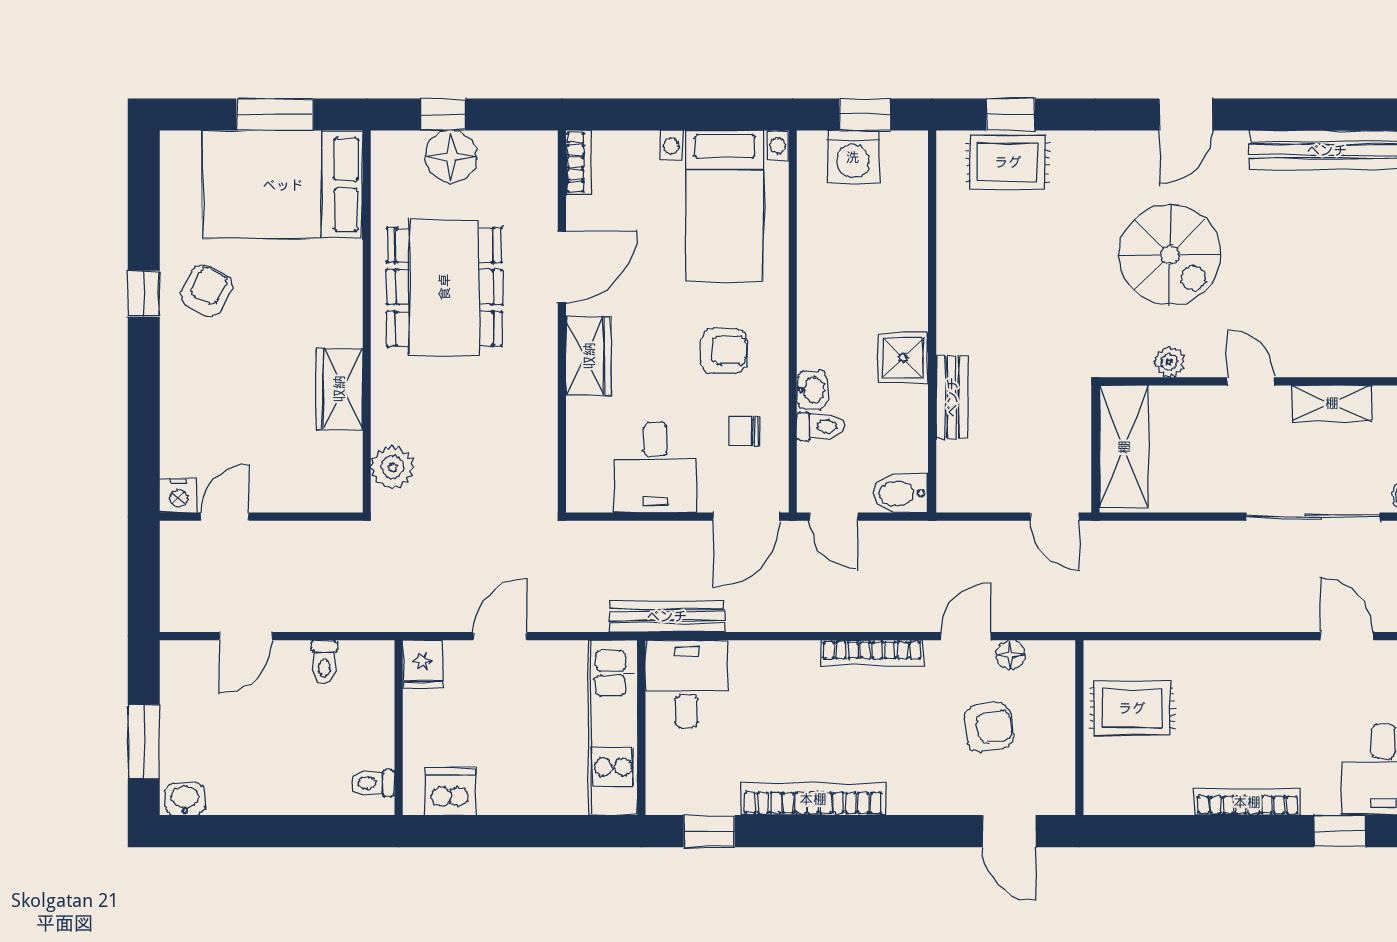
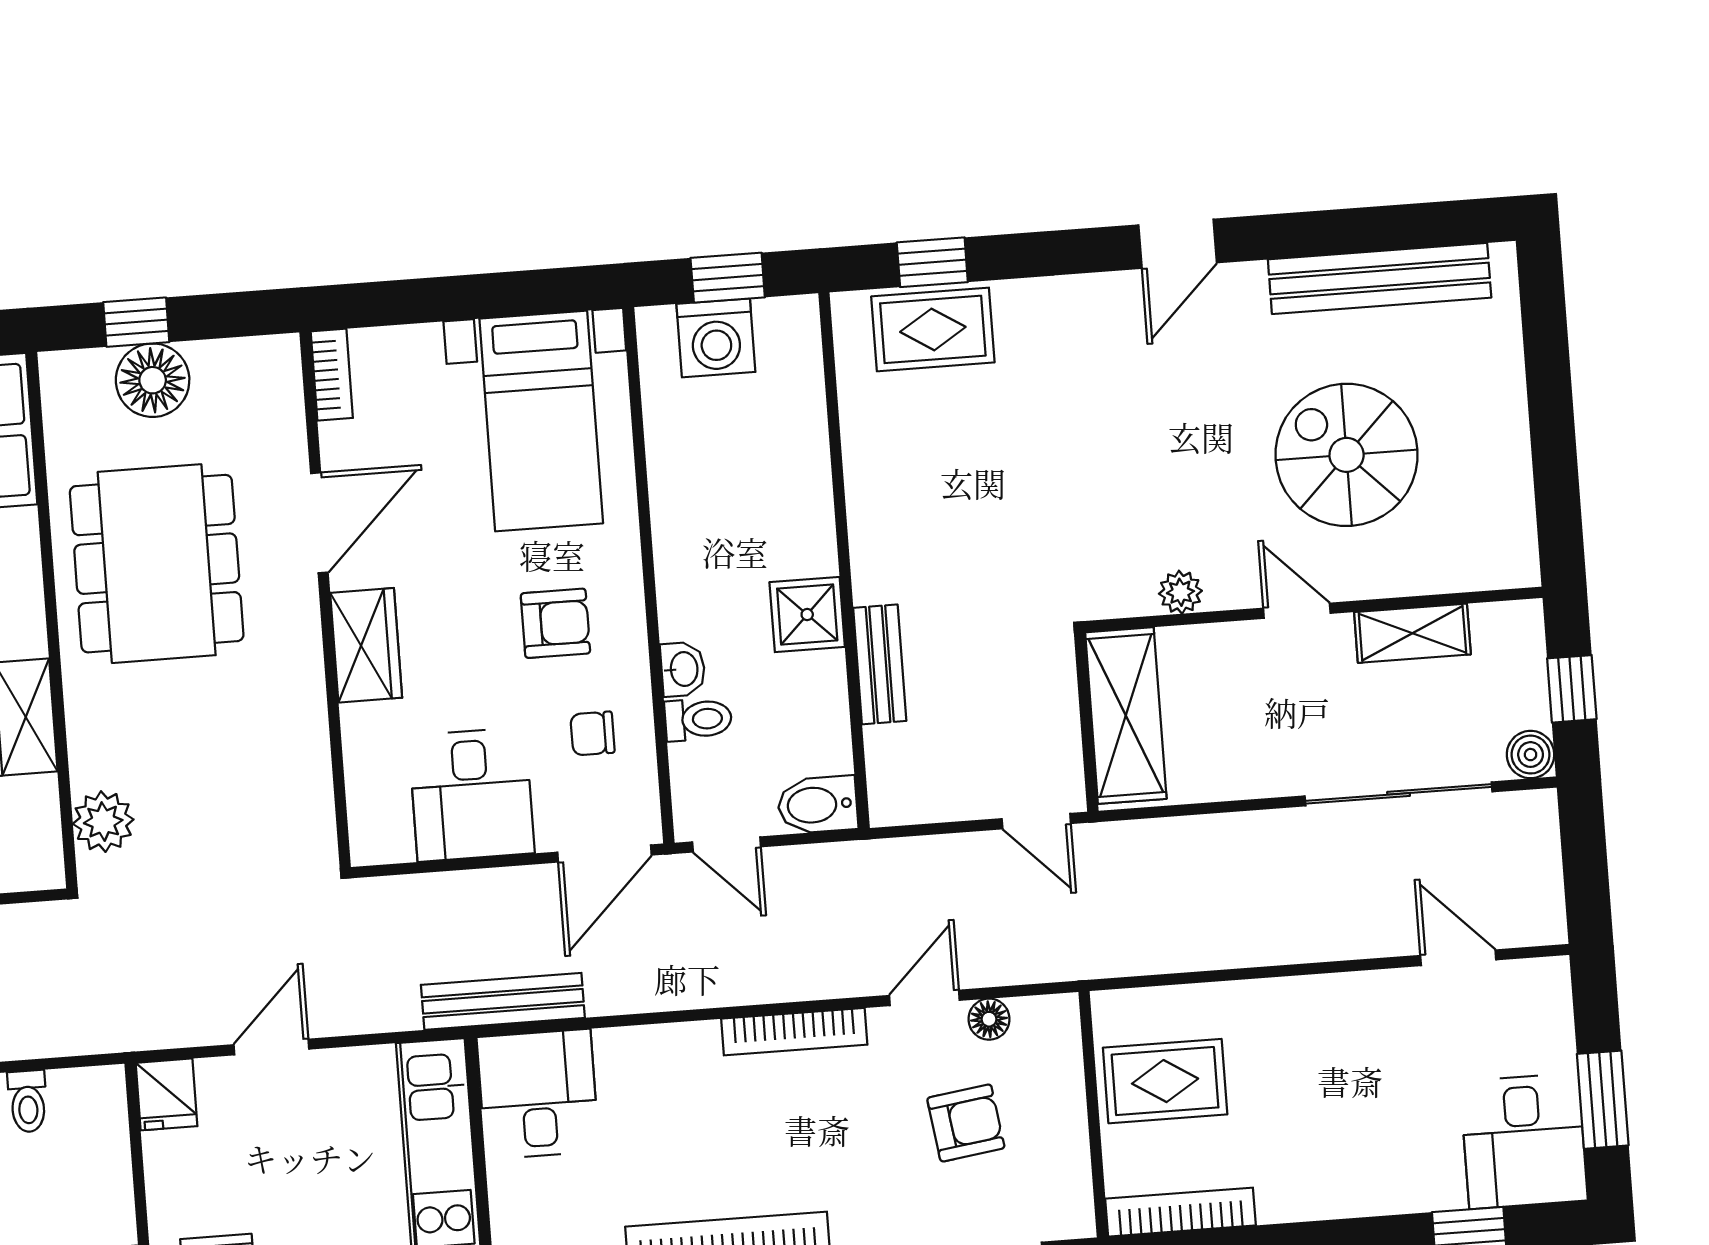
spiral stairs: (1170, 255) -> (1347, 455), moved, turned 180
bookcase: (1247, 802) -> (1180, 1212), moved

